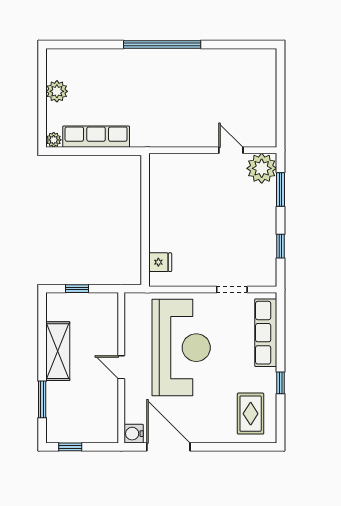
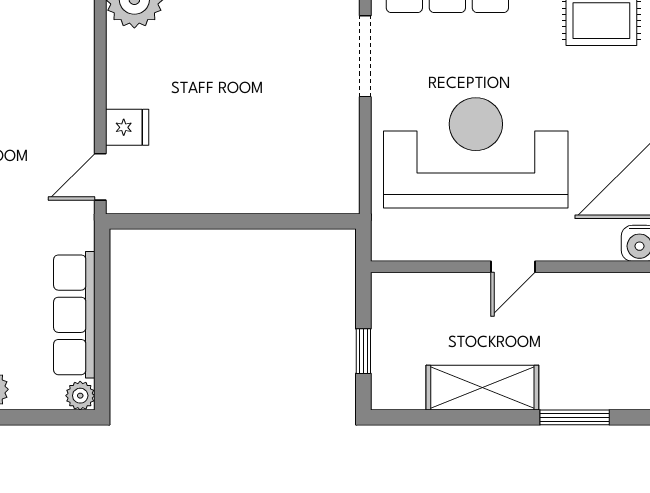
door: (231, 150) -> (100, 177), moved
fridge: (160, 262) -> (127, 127), moved, turned 90
doorway: (232, 290) -> (365, 56), width x1.38

